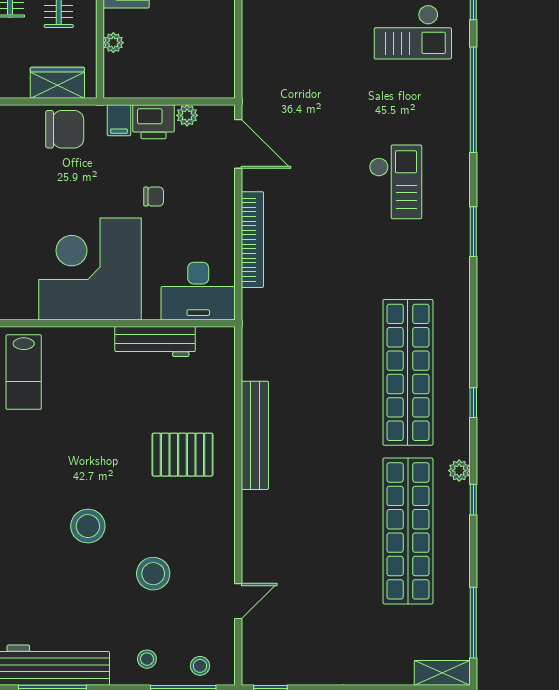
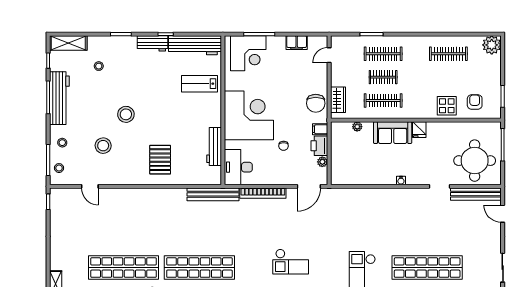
bench: (255, 435) -> (213, 194), moved

